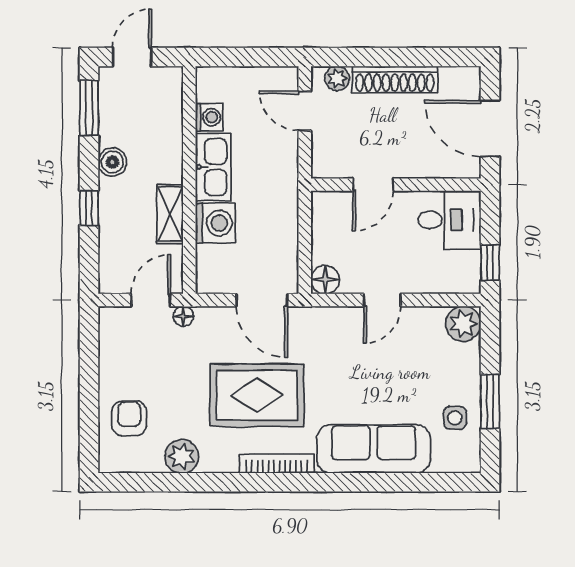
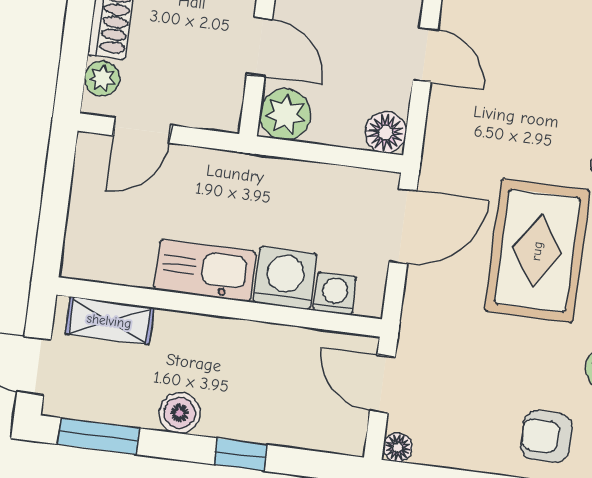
washing machine: (209, 117) -> (335, 294), moved
plant: (329, 208) -> (285, 114), added
shelving: (170, 214) -> (109, 321), moved
floor lamp: (183, 316) -> (398, 447), moved

